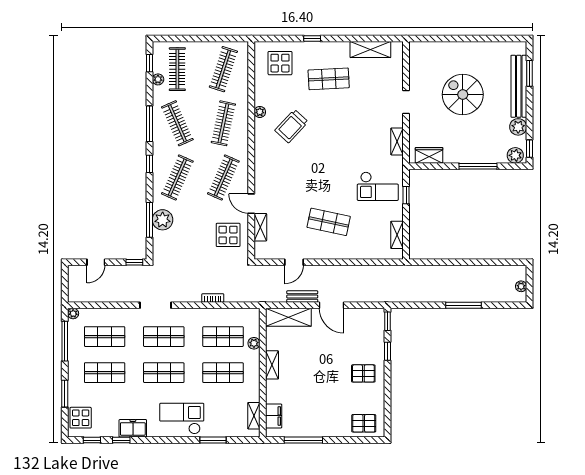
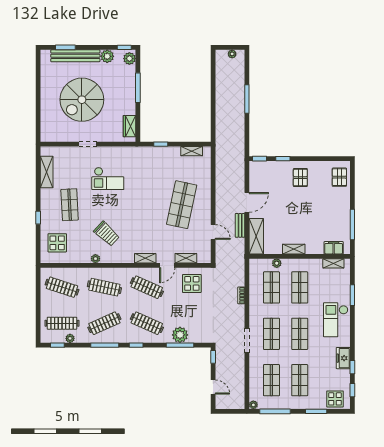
spiral stairs: (463, 95) -> (82, 100), width x1.37, depth x1.37
shelving: (397, 141) -> (145, 258), moved
checkout: (378, 186) -> (108, 179), moved, turned 90
shop shelf: (329, 222) -> (182, 205), width x1.43, depth x1.36

